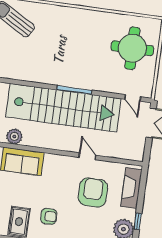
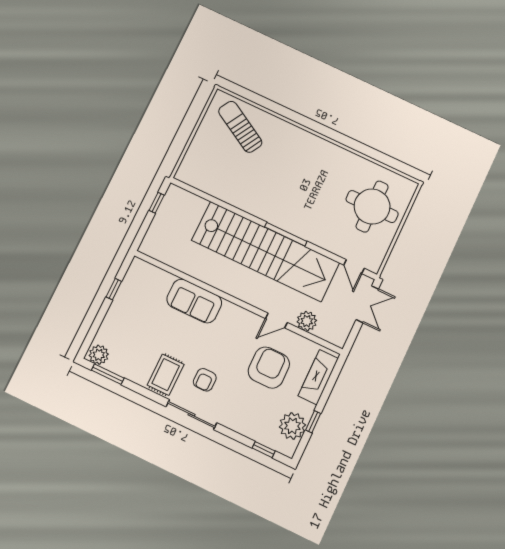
plant: (14, 136) -> (307, 321), moved
door: (87, 156) -> (276, 321), swing flipped
armchair: (49, 216) -> (205, 380), turned 90

